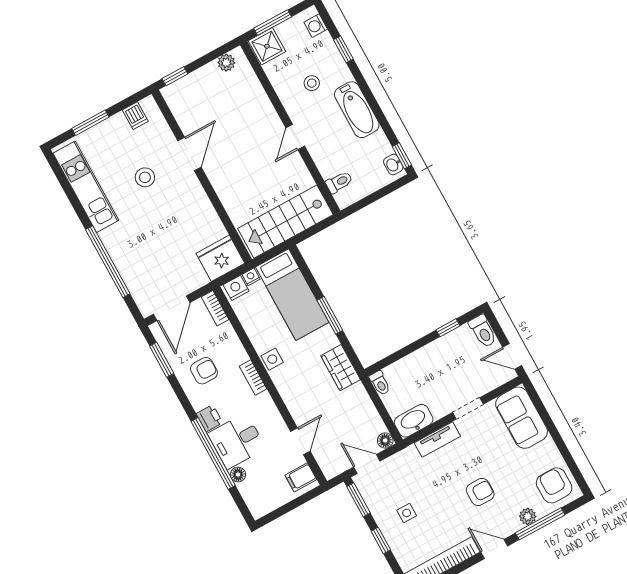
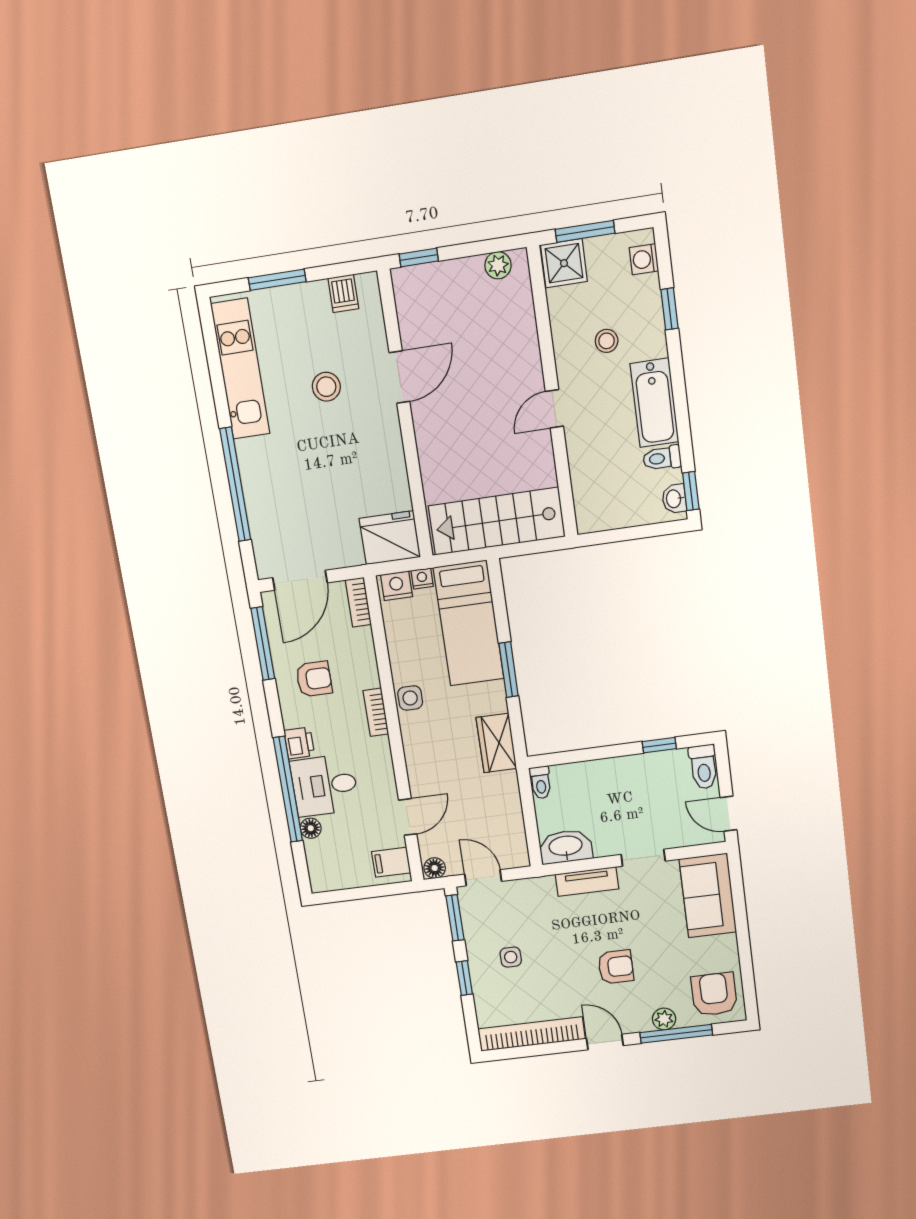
toilet: (339, 182) -> (662, 458), moved, turned 180
window: (162, 360) -> (263, 644), width x1.44
floor lamp: (385, 440) -> (435, 868), moved

